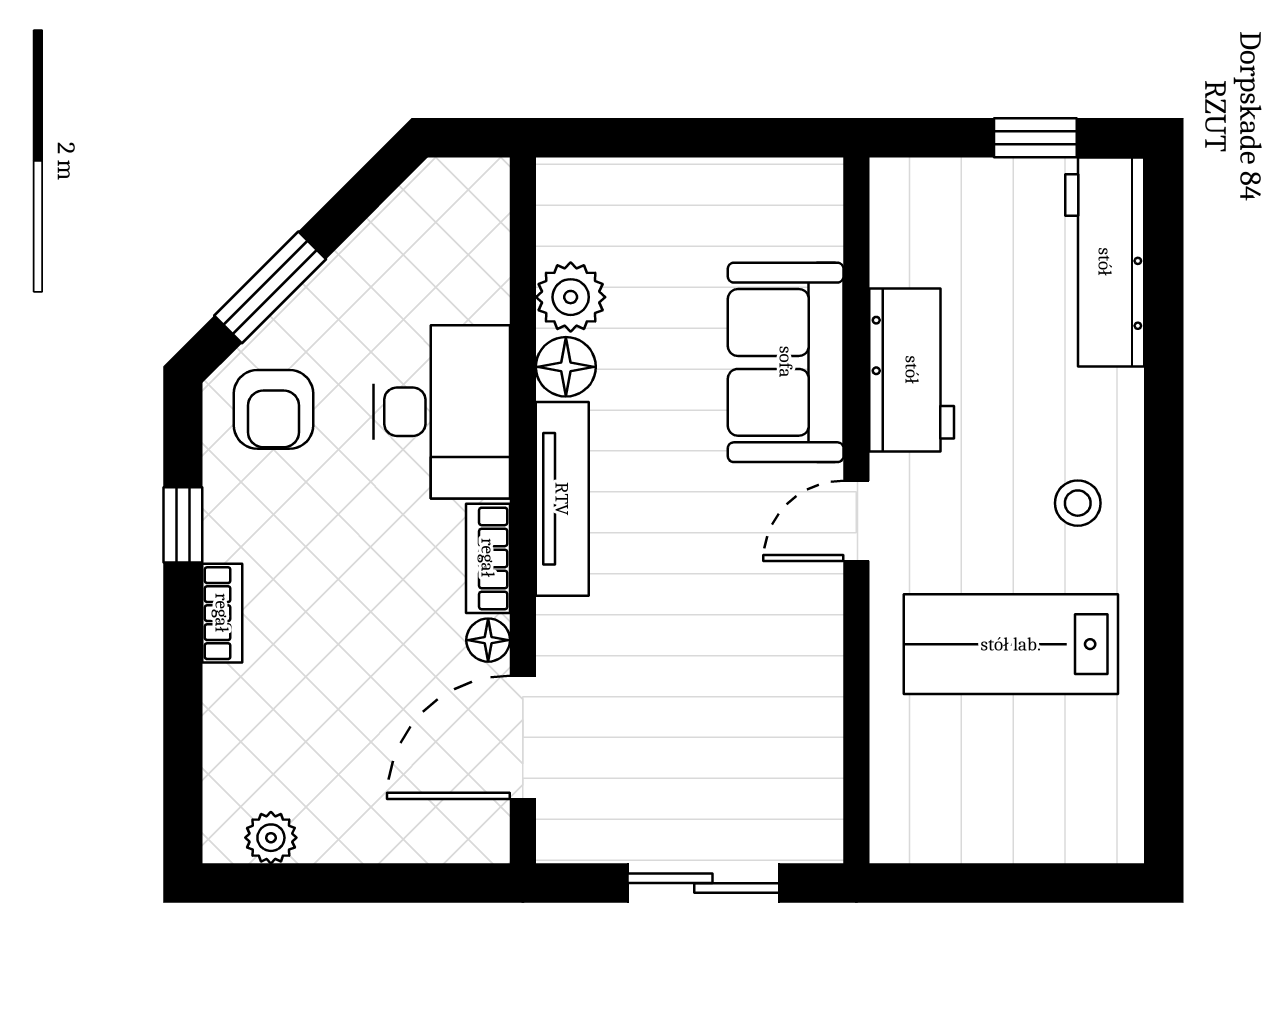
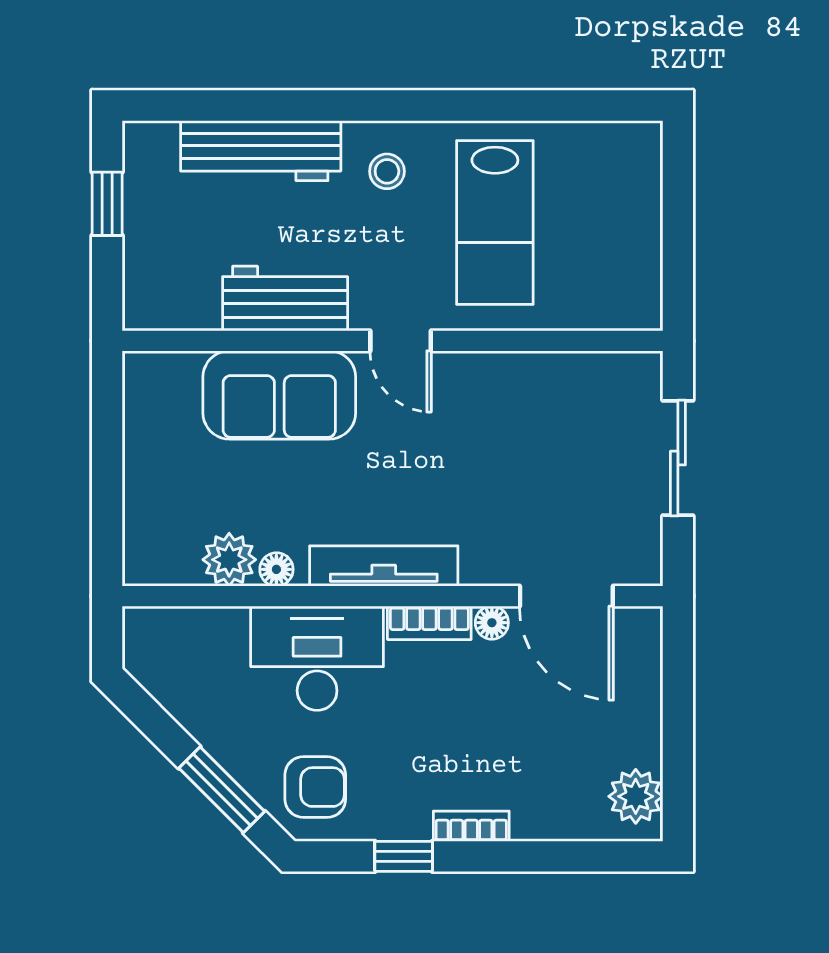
workbench: (1105, 262) -> (261, 151), moved
floor lamp: (566, 367) -> (276, 569), width x0.73, depth x0.73
plant: (271, 838) -> (636, 796), width x1.38, depth x1.38

